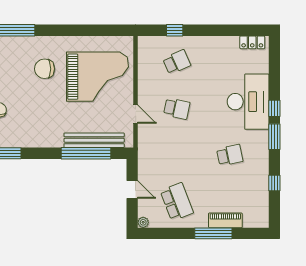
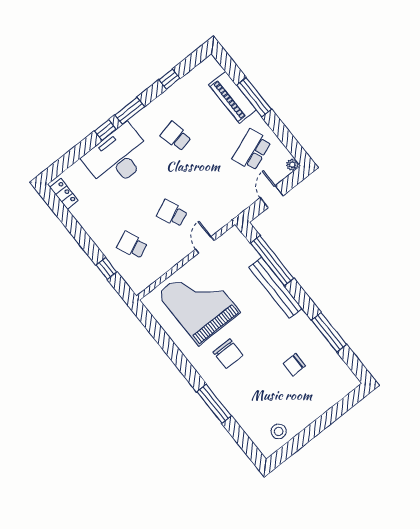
school desk: (177, 109) -> (172, 213), turned -36
bench: (94, 140) -> (275, 288), moved
piano: (225, 220) -> (233, 97), width x1.37, depth x1.33

